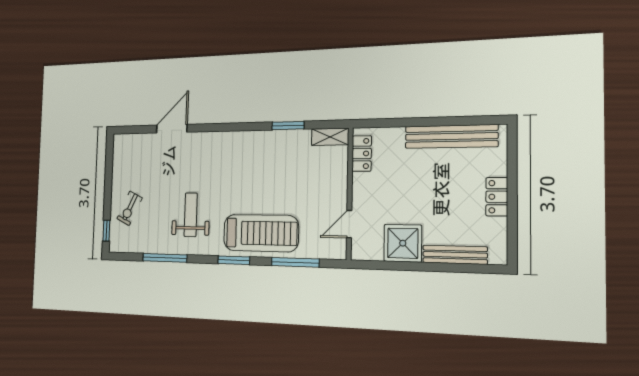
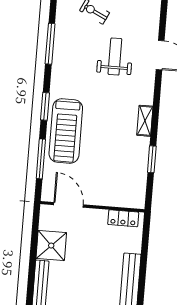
shelving: (330, 137) -> (145, 121), moved
weight bench: (191, 215) -> (115, 57), moved, turned -90
door: (349, 224) -> (68, 205), width x1.38

